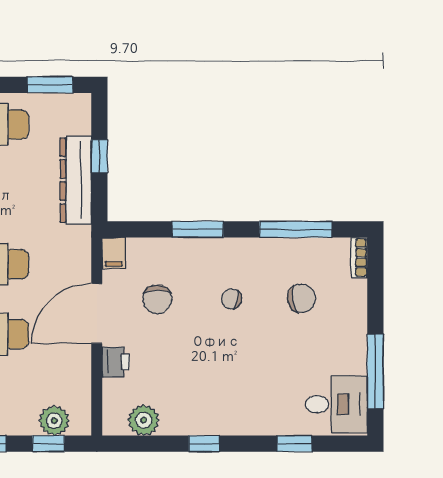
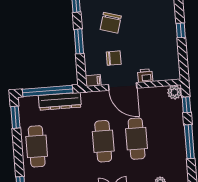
window: (99, 156) -> (48, 91), width x3.17
chair: (231, 299) -> (111, 23), width x1.87, depth x1.87
plant: (144, 420) -> (172, 60), removed
plant: (54, 421) -> (174, 92), moved

